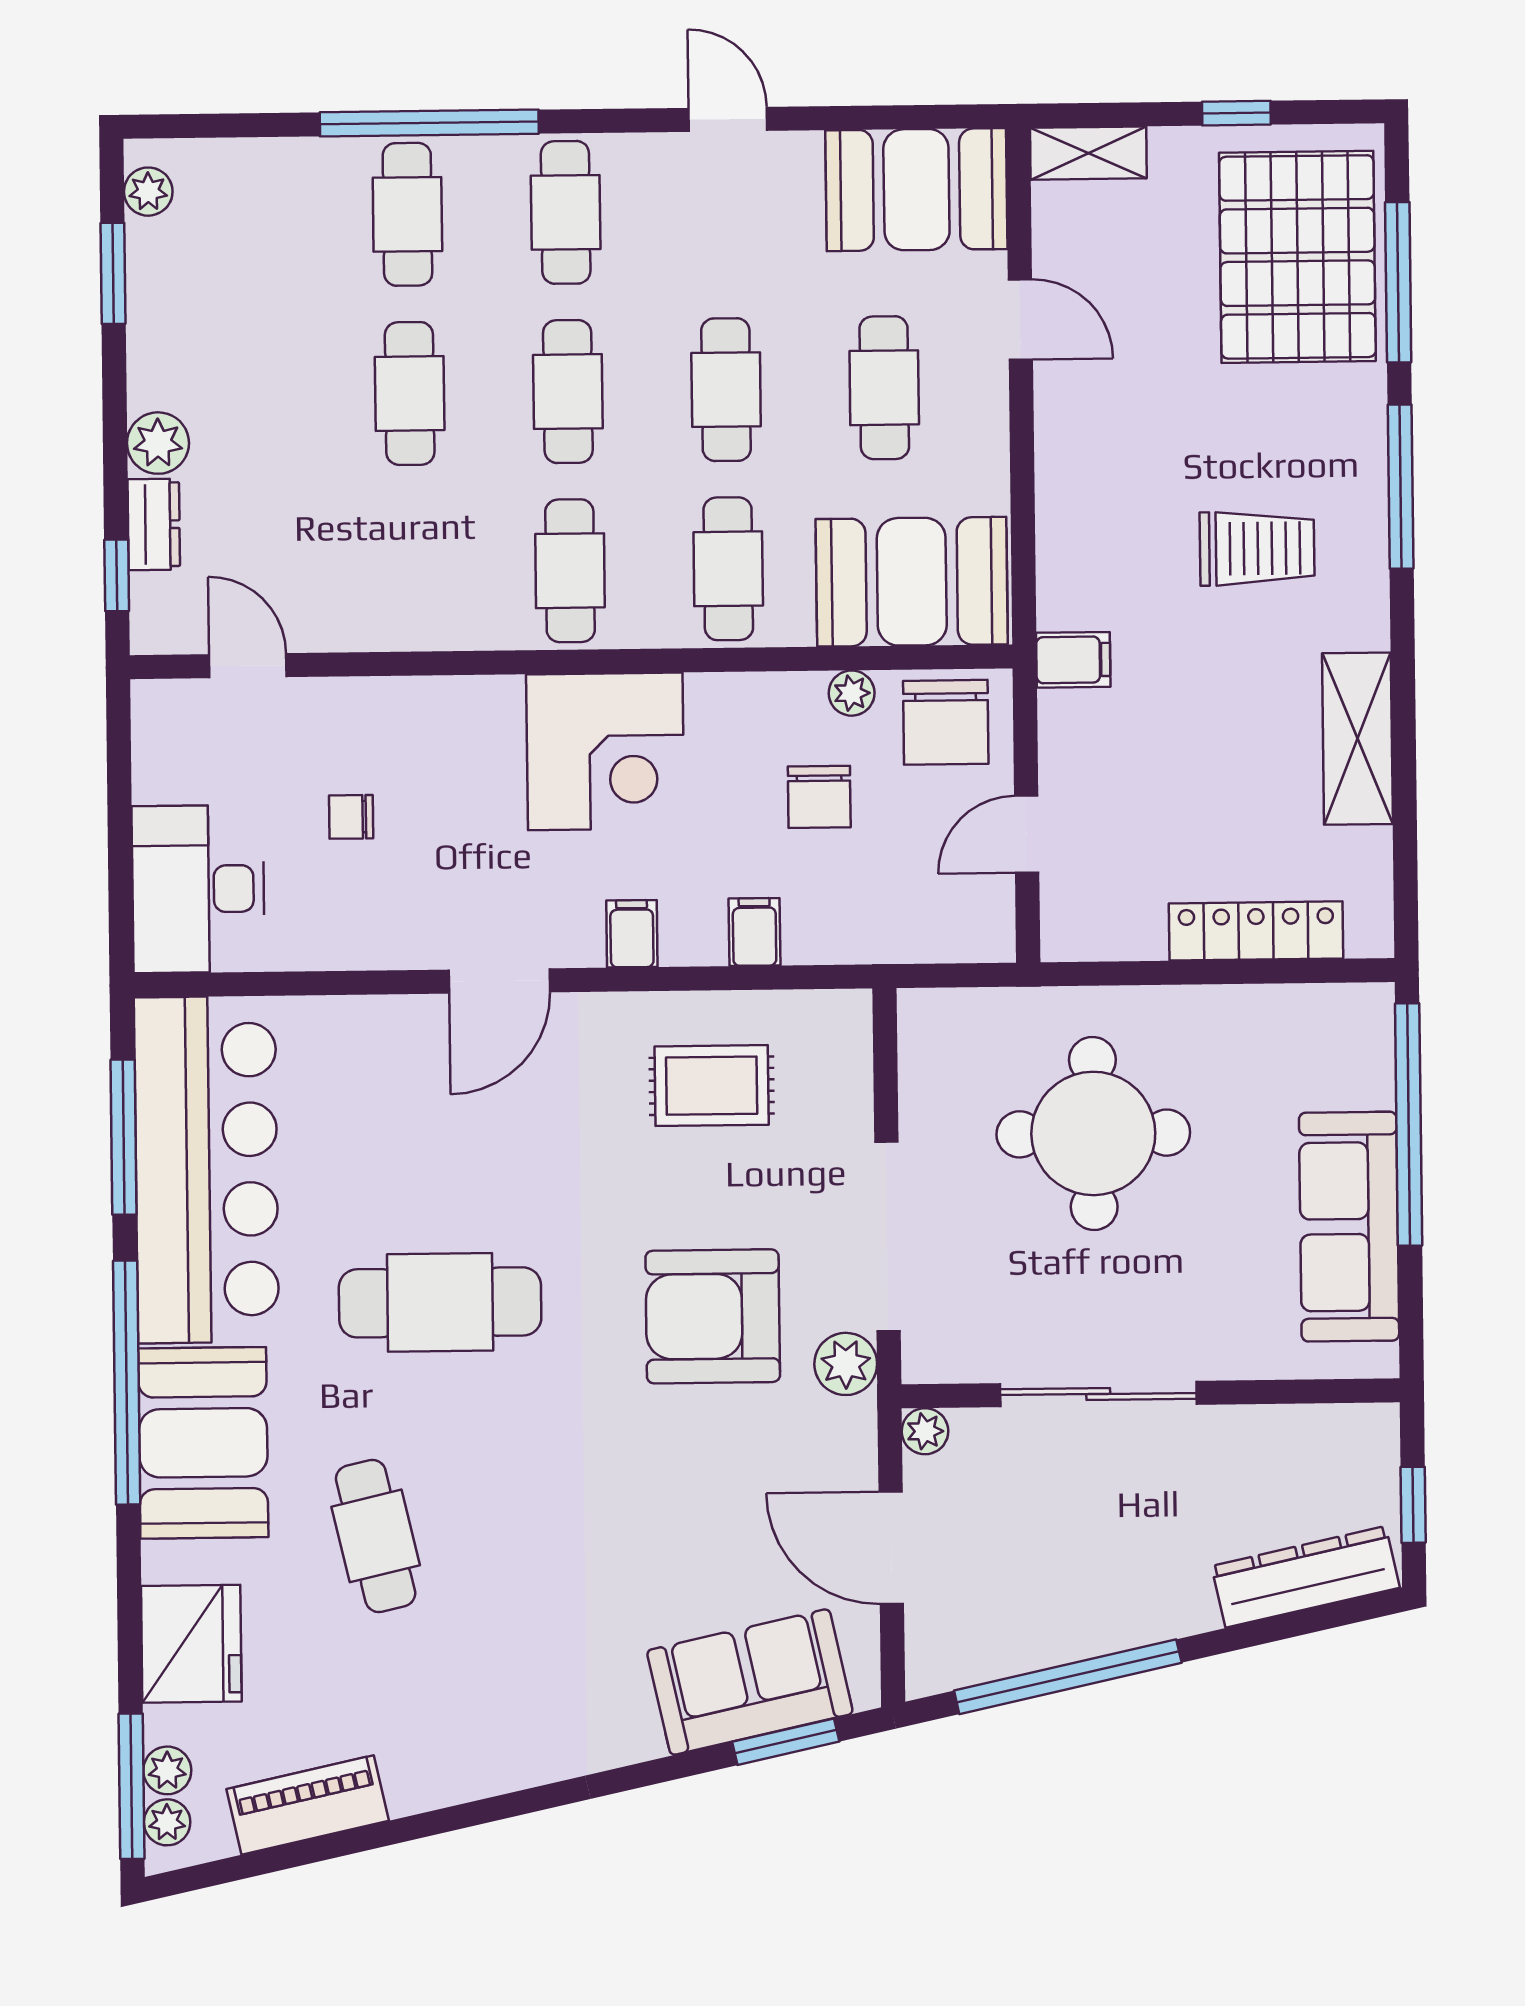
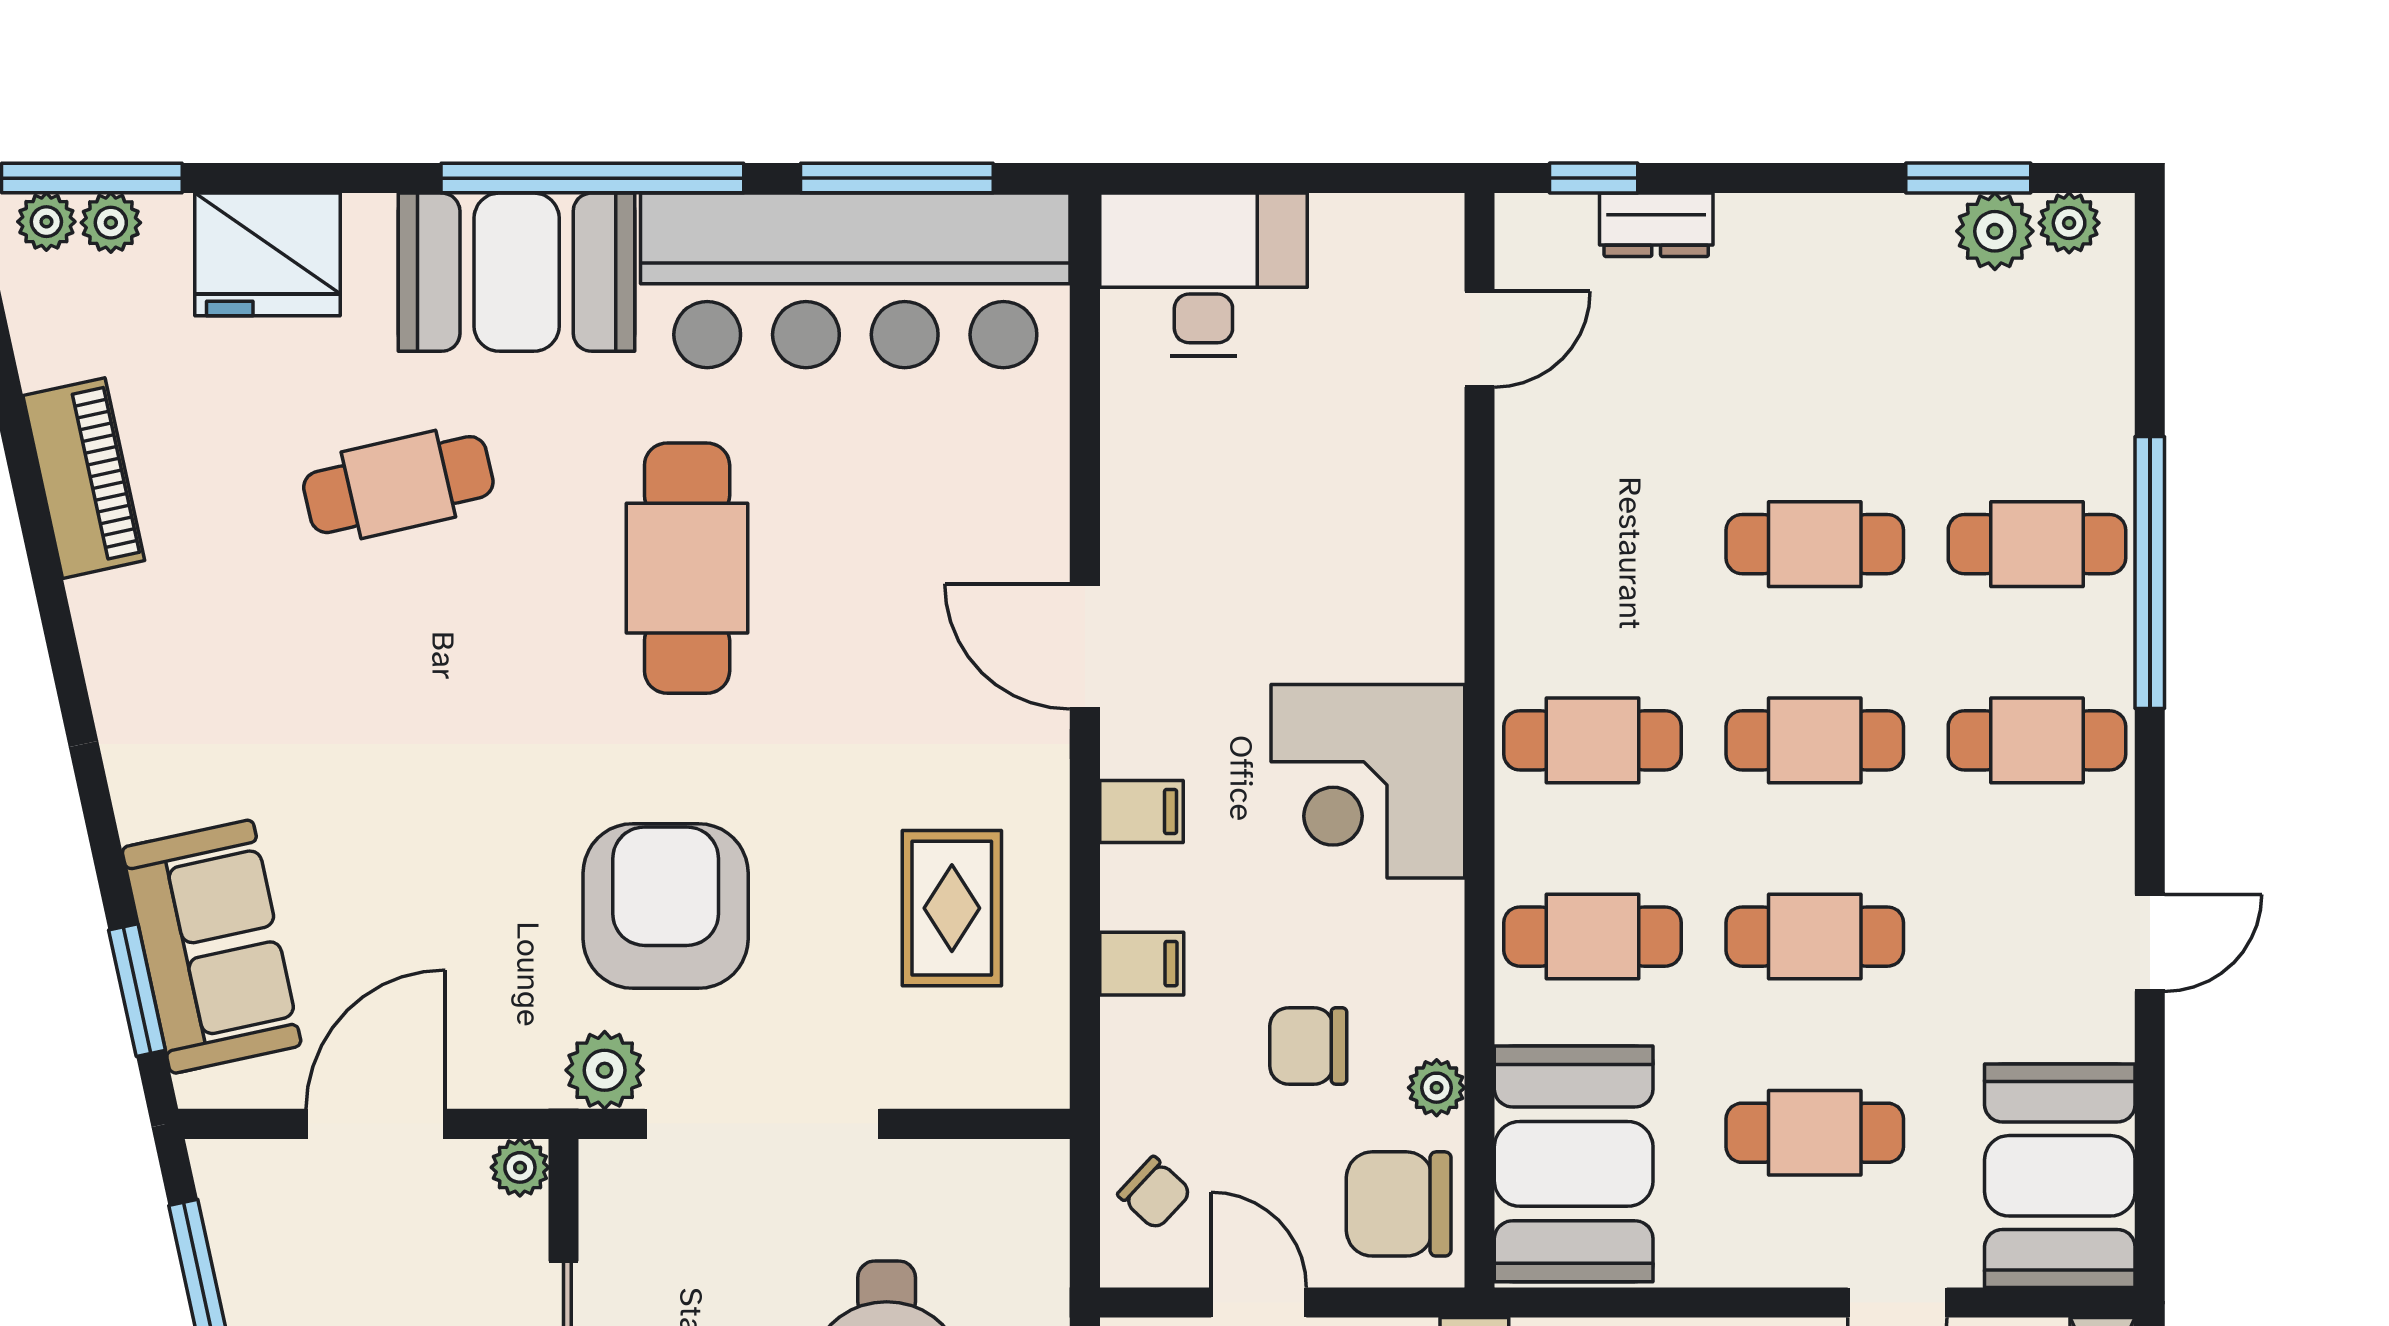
plant: (158, 443) -> (1995, 231), moved
chair: (351, 817) -> (1155, 1193), moved, turned 133
piano: (308, 1805) -> (84, 478), moved

